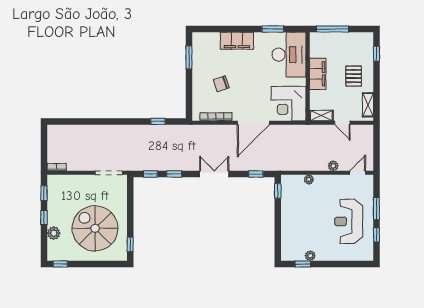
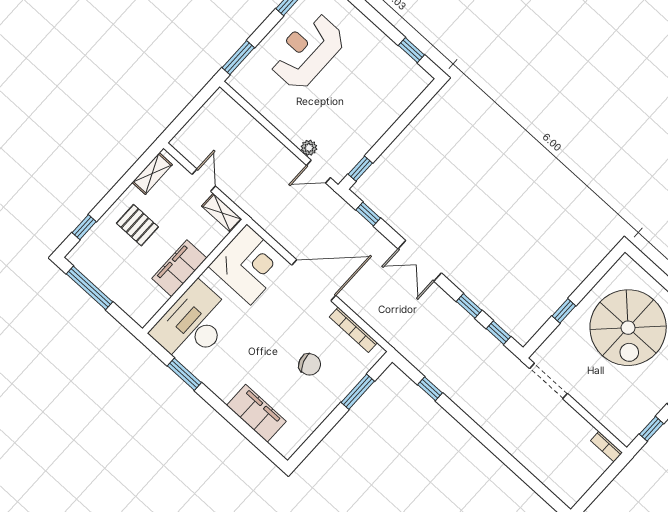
window: (333, 29) -> (89, 288), moved
filing cabinet: (237, 41) -> (256, 413), moved
window: (189, 57) -> (358, 392), moved
pallet: (354, 76) -> (137, 225), turned 90
plant: (333, 166) -> (264, 137), removed
door: (358, 173) -> (318, 172), moved
window: (376, 209) -> (238, 58), moved
reception desk: (349, 221) -> (307, 51), turned 180
window: (130, 244) -> (564, 311), moved
plant: (310, 256) -> (393, 52), removed

